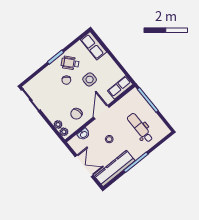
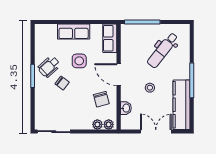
row of seats: (94, 46) -> (74, 32), moved
dental chair: (140, 128) -> (163, 50), turned -52

